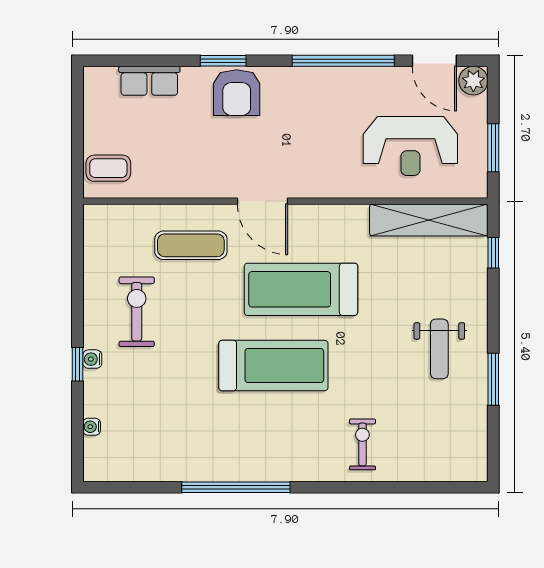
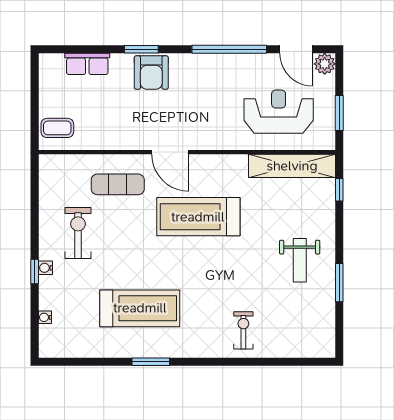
reception desk: (410, 146) -> (279, 112), turned 180
treadmill: (273, 366) -> (140, 308), moved
window: (236, 487) -> (151, 362), width x0.47

